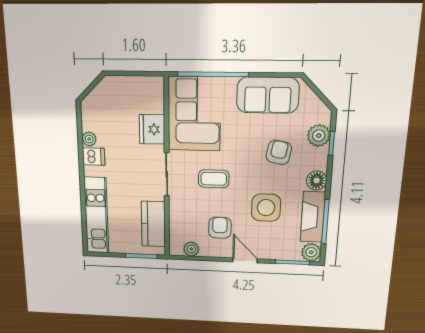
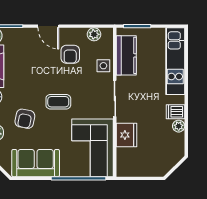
coffee table: (214, 179) -> (58, 102), moved
side table: (266, 208) -> (103, 66), moved, width x0.54, depth x0.54

